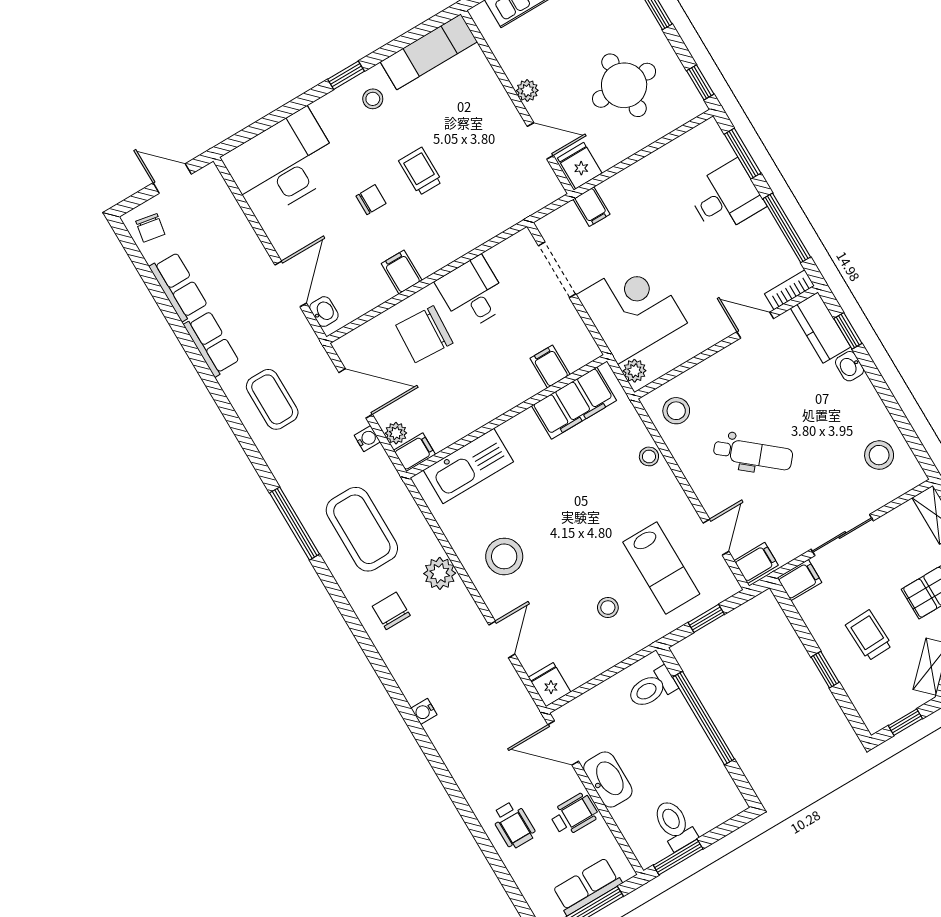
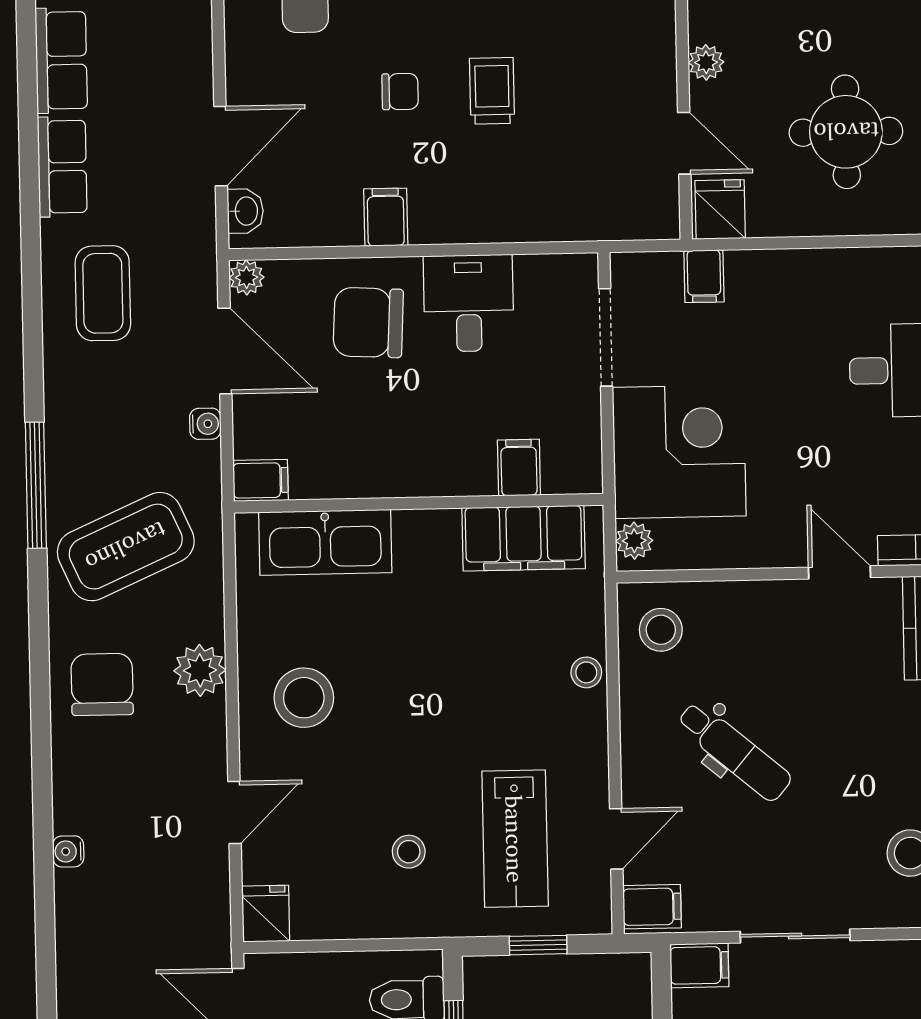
plant: (396, 433) -> (247, 277), moved
coffee table: (362, 529) -> (126, 547), turned 66
chair: (391, 611) -> (102, 684), width x1.37, depth x1.37

